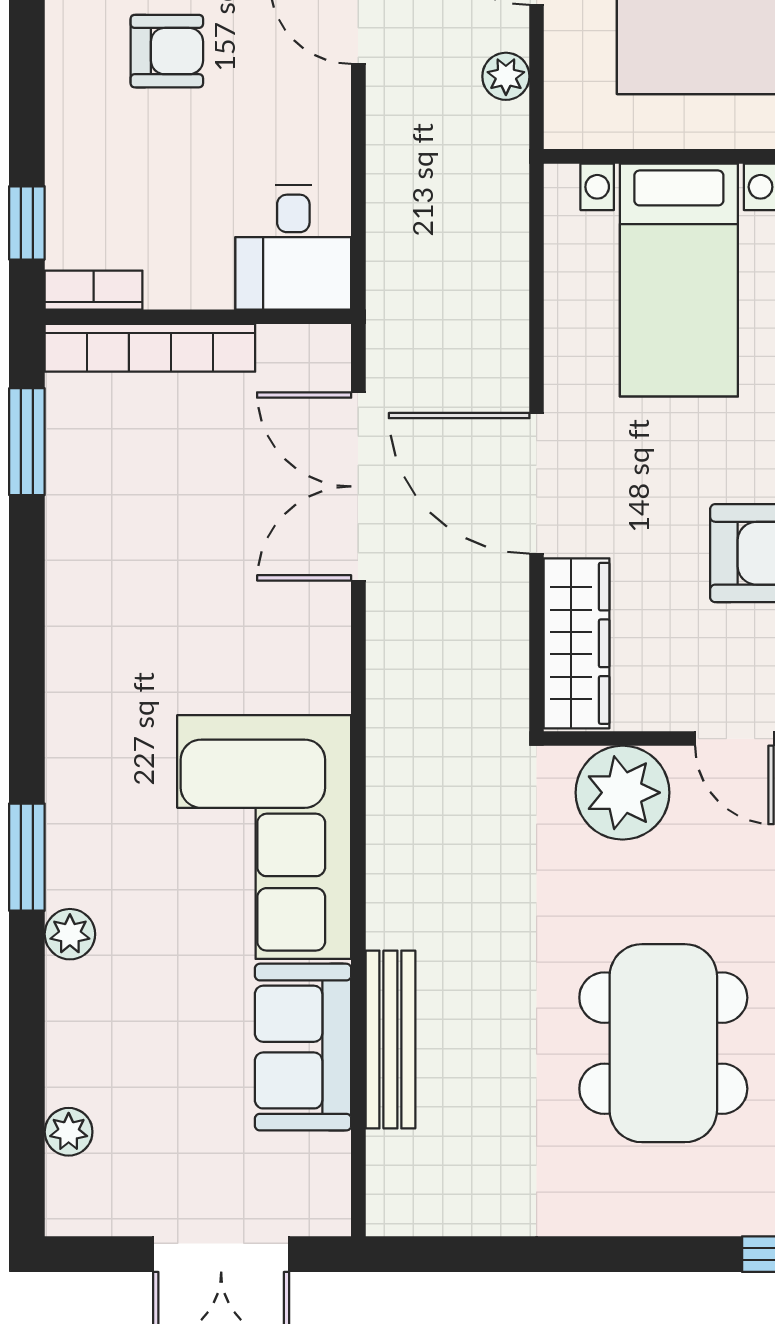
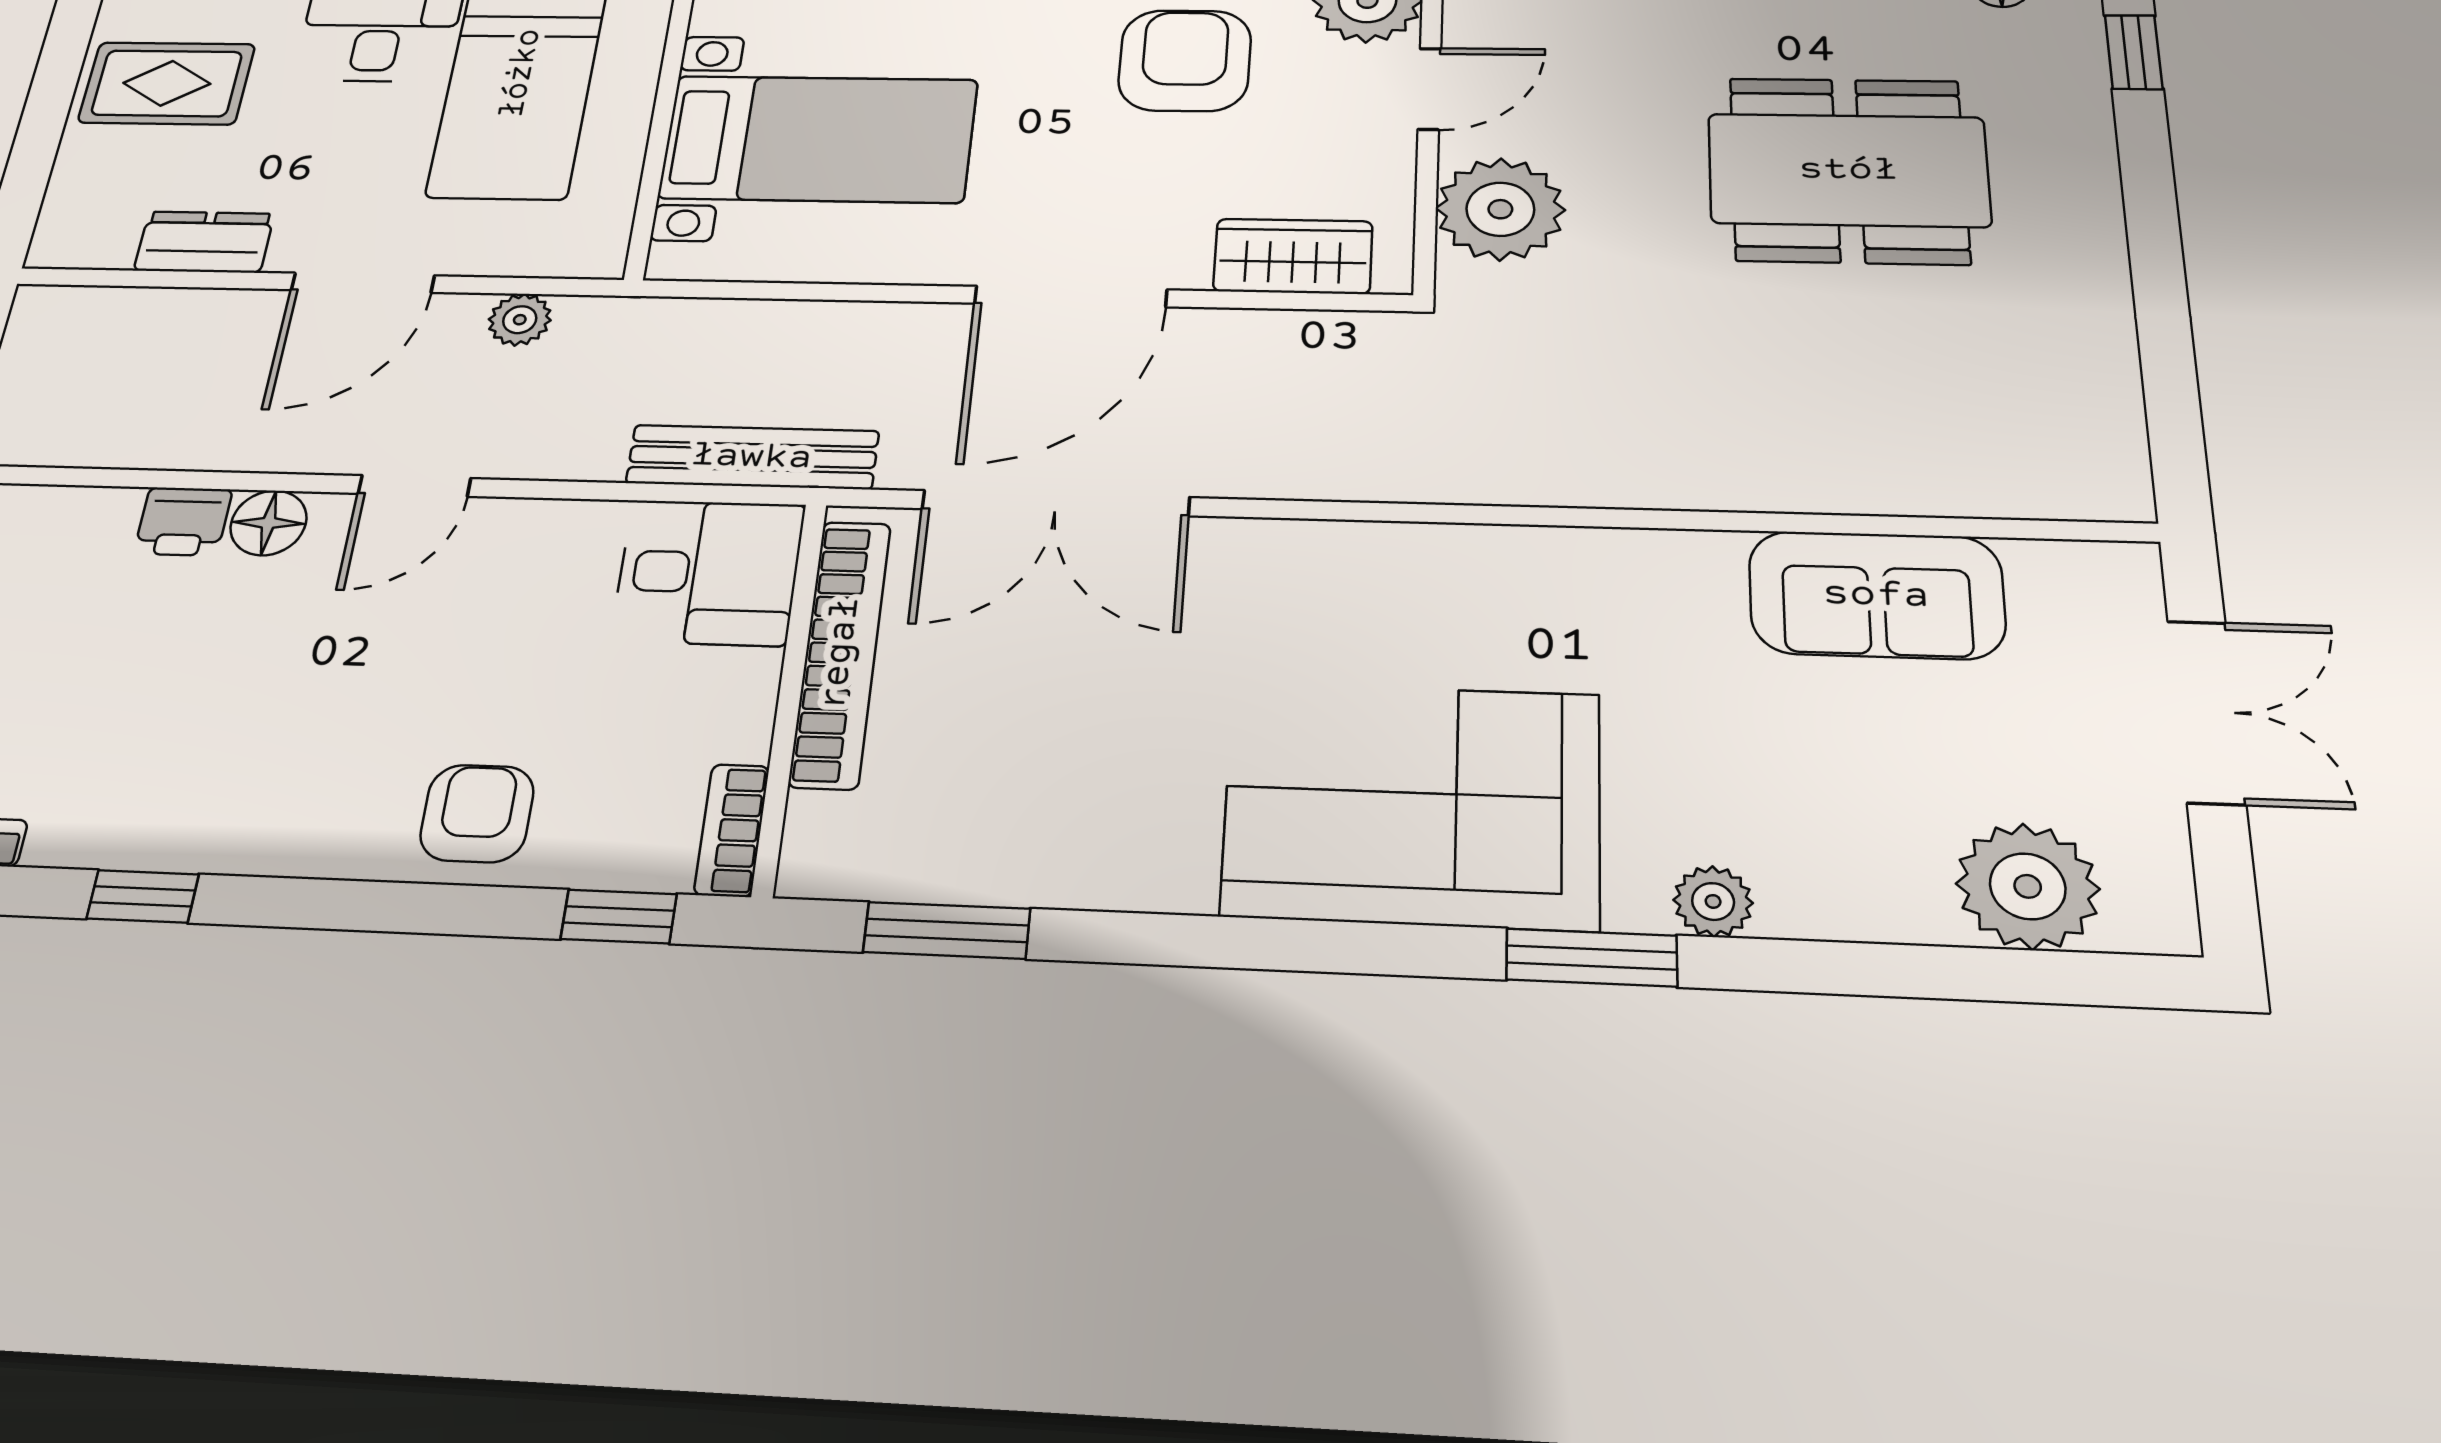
armchair: (167, 51) -> (477, 813), moved
bookcase: (150, 348) -> (840, 653), moved
wardrobe: (577, 643) -> (1293, 256), width x0.67
corner sofa: (264, 837) -> (1412, 804), moved, turned 180
bench: (390, 1040) -> (752, 457), moved
plant: (69, 1132) -> (2028, 886), width x1.88, depth x1.88

